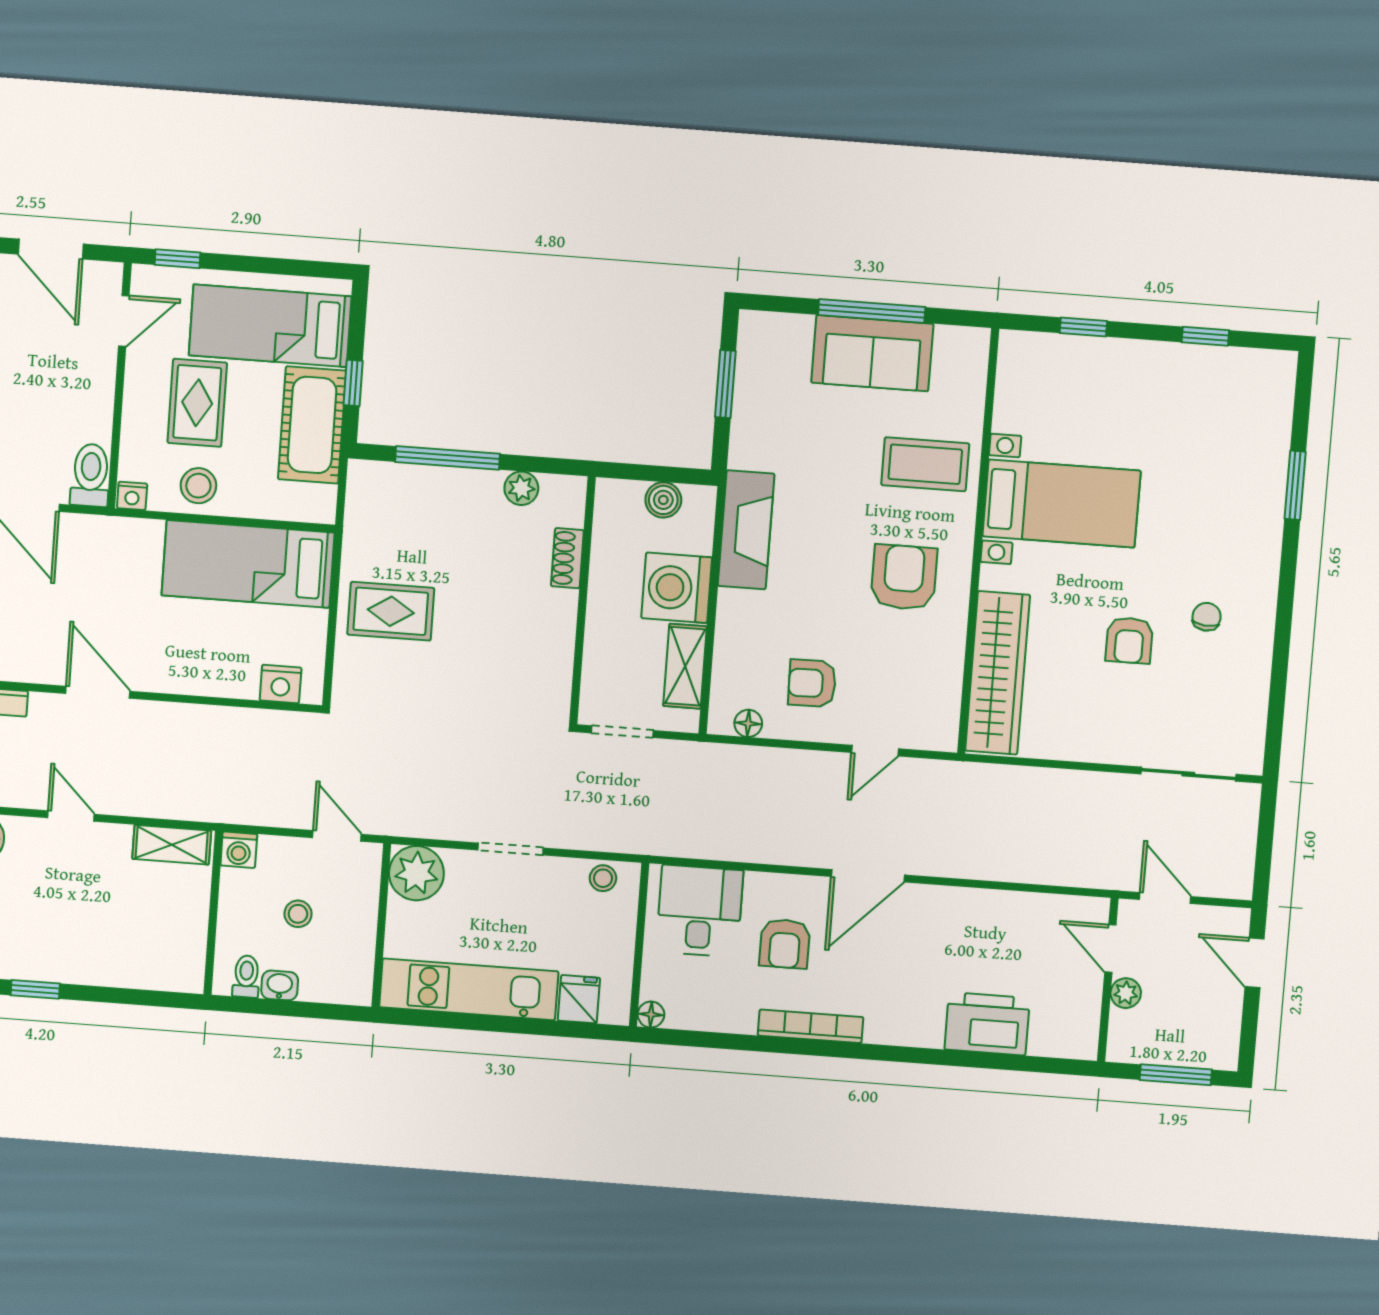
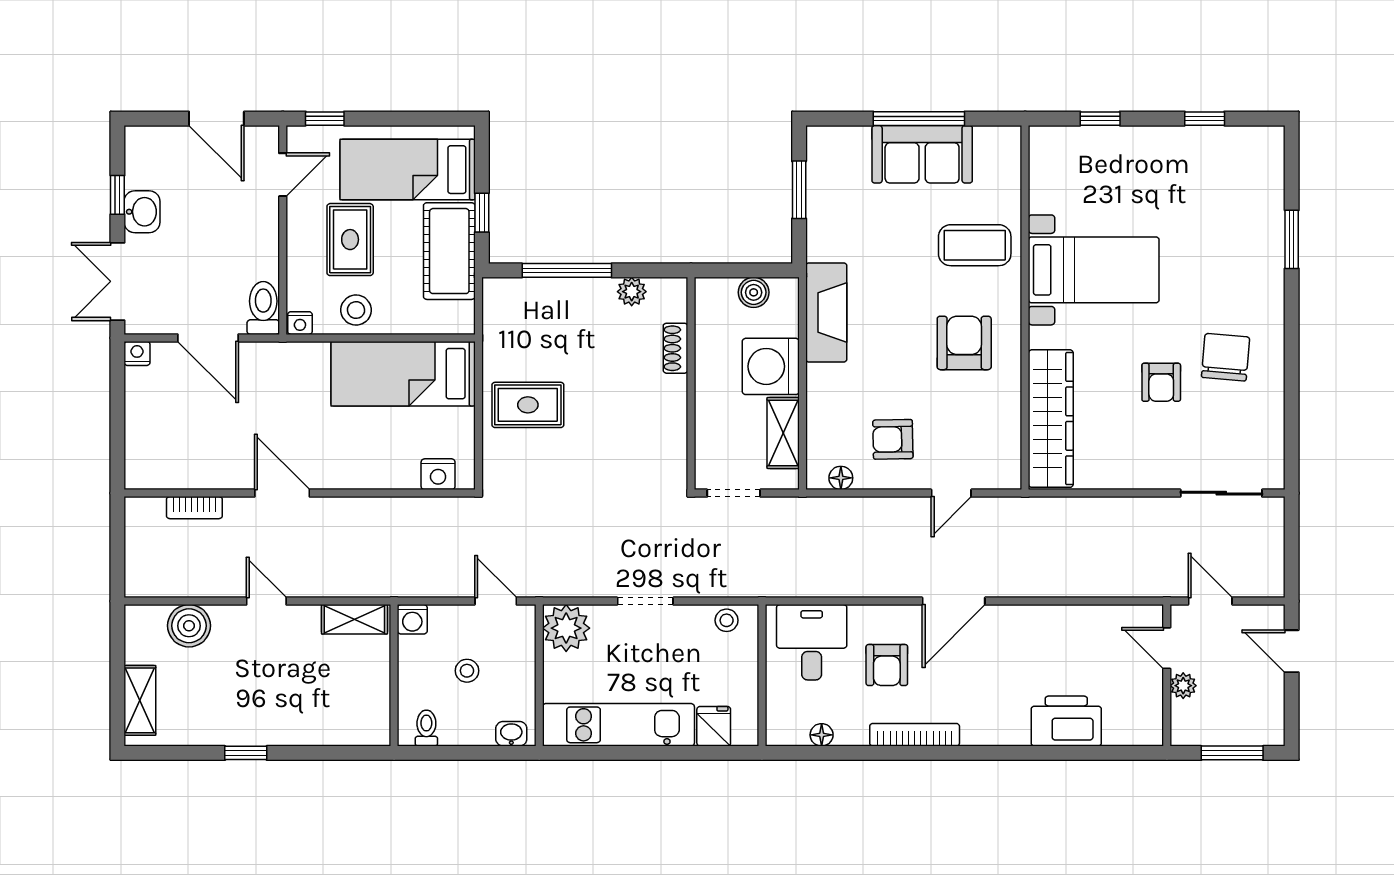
chair: (1207, 617) -> (1226, 357), width x1.87, depth x1.87
washbasin: (280, 985) -> (511, 734), moved
floor lamp: (651, 1015) -> (822, 735), moved

